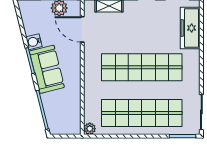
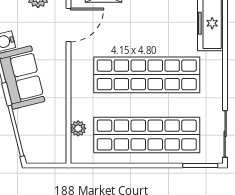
door: (82, 29) -> (68, 25), swing flipped
plant: (90, 129) -> (78, 128), moved

